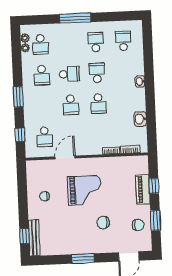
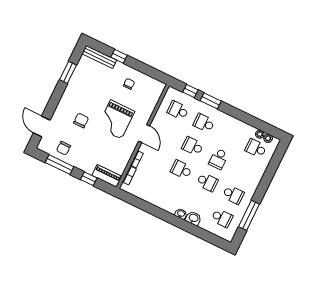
window: (75, 18) -> (249, 215), moved
school desk: (42, 75) -> (204, 123), moved
window: (18, 97) -> (211, 101), moved
washbasin: (140, 119) -> (193, 218), moved
door: (65, 157) -> (144, 133), moved
piano: (143, 189) -> (107, 176), moved
window: (155, 220) -> (60, 165), width x1.44
window: (24, 236) -> (119, 56), moved
window: (83, 258) -> (68, 72), moved

